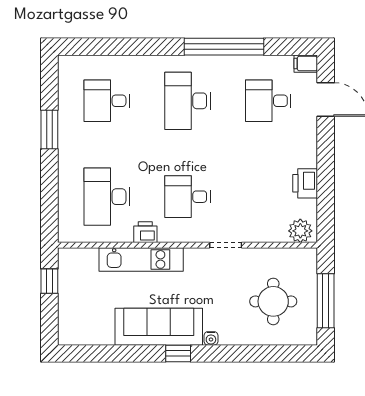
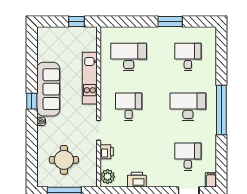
window: (224, 47) -> (221, 110), moved
printer: (145, 232) -> (107, 152), moved

